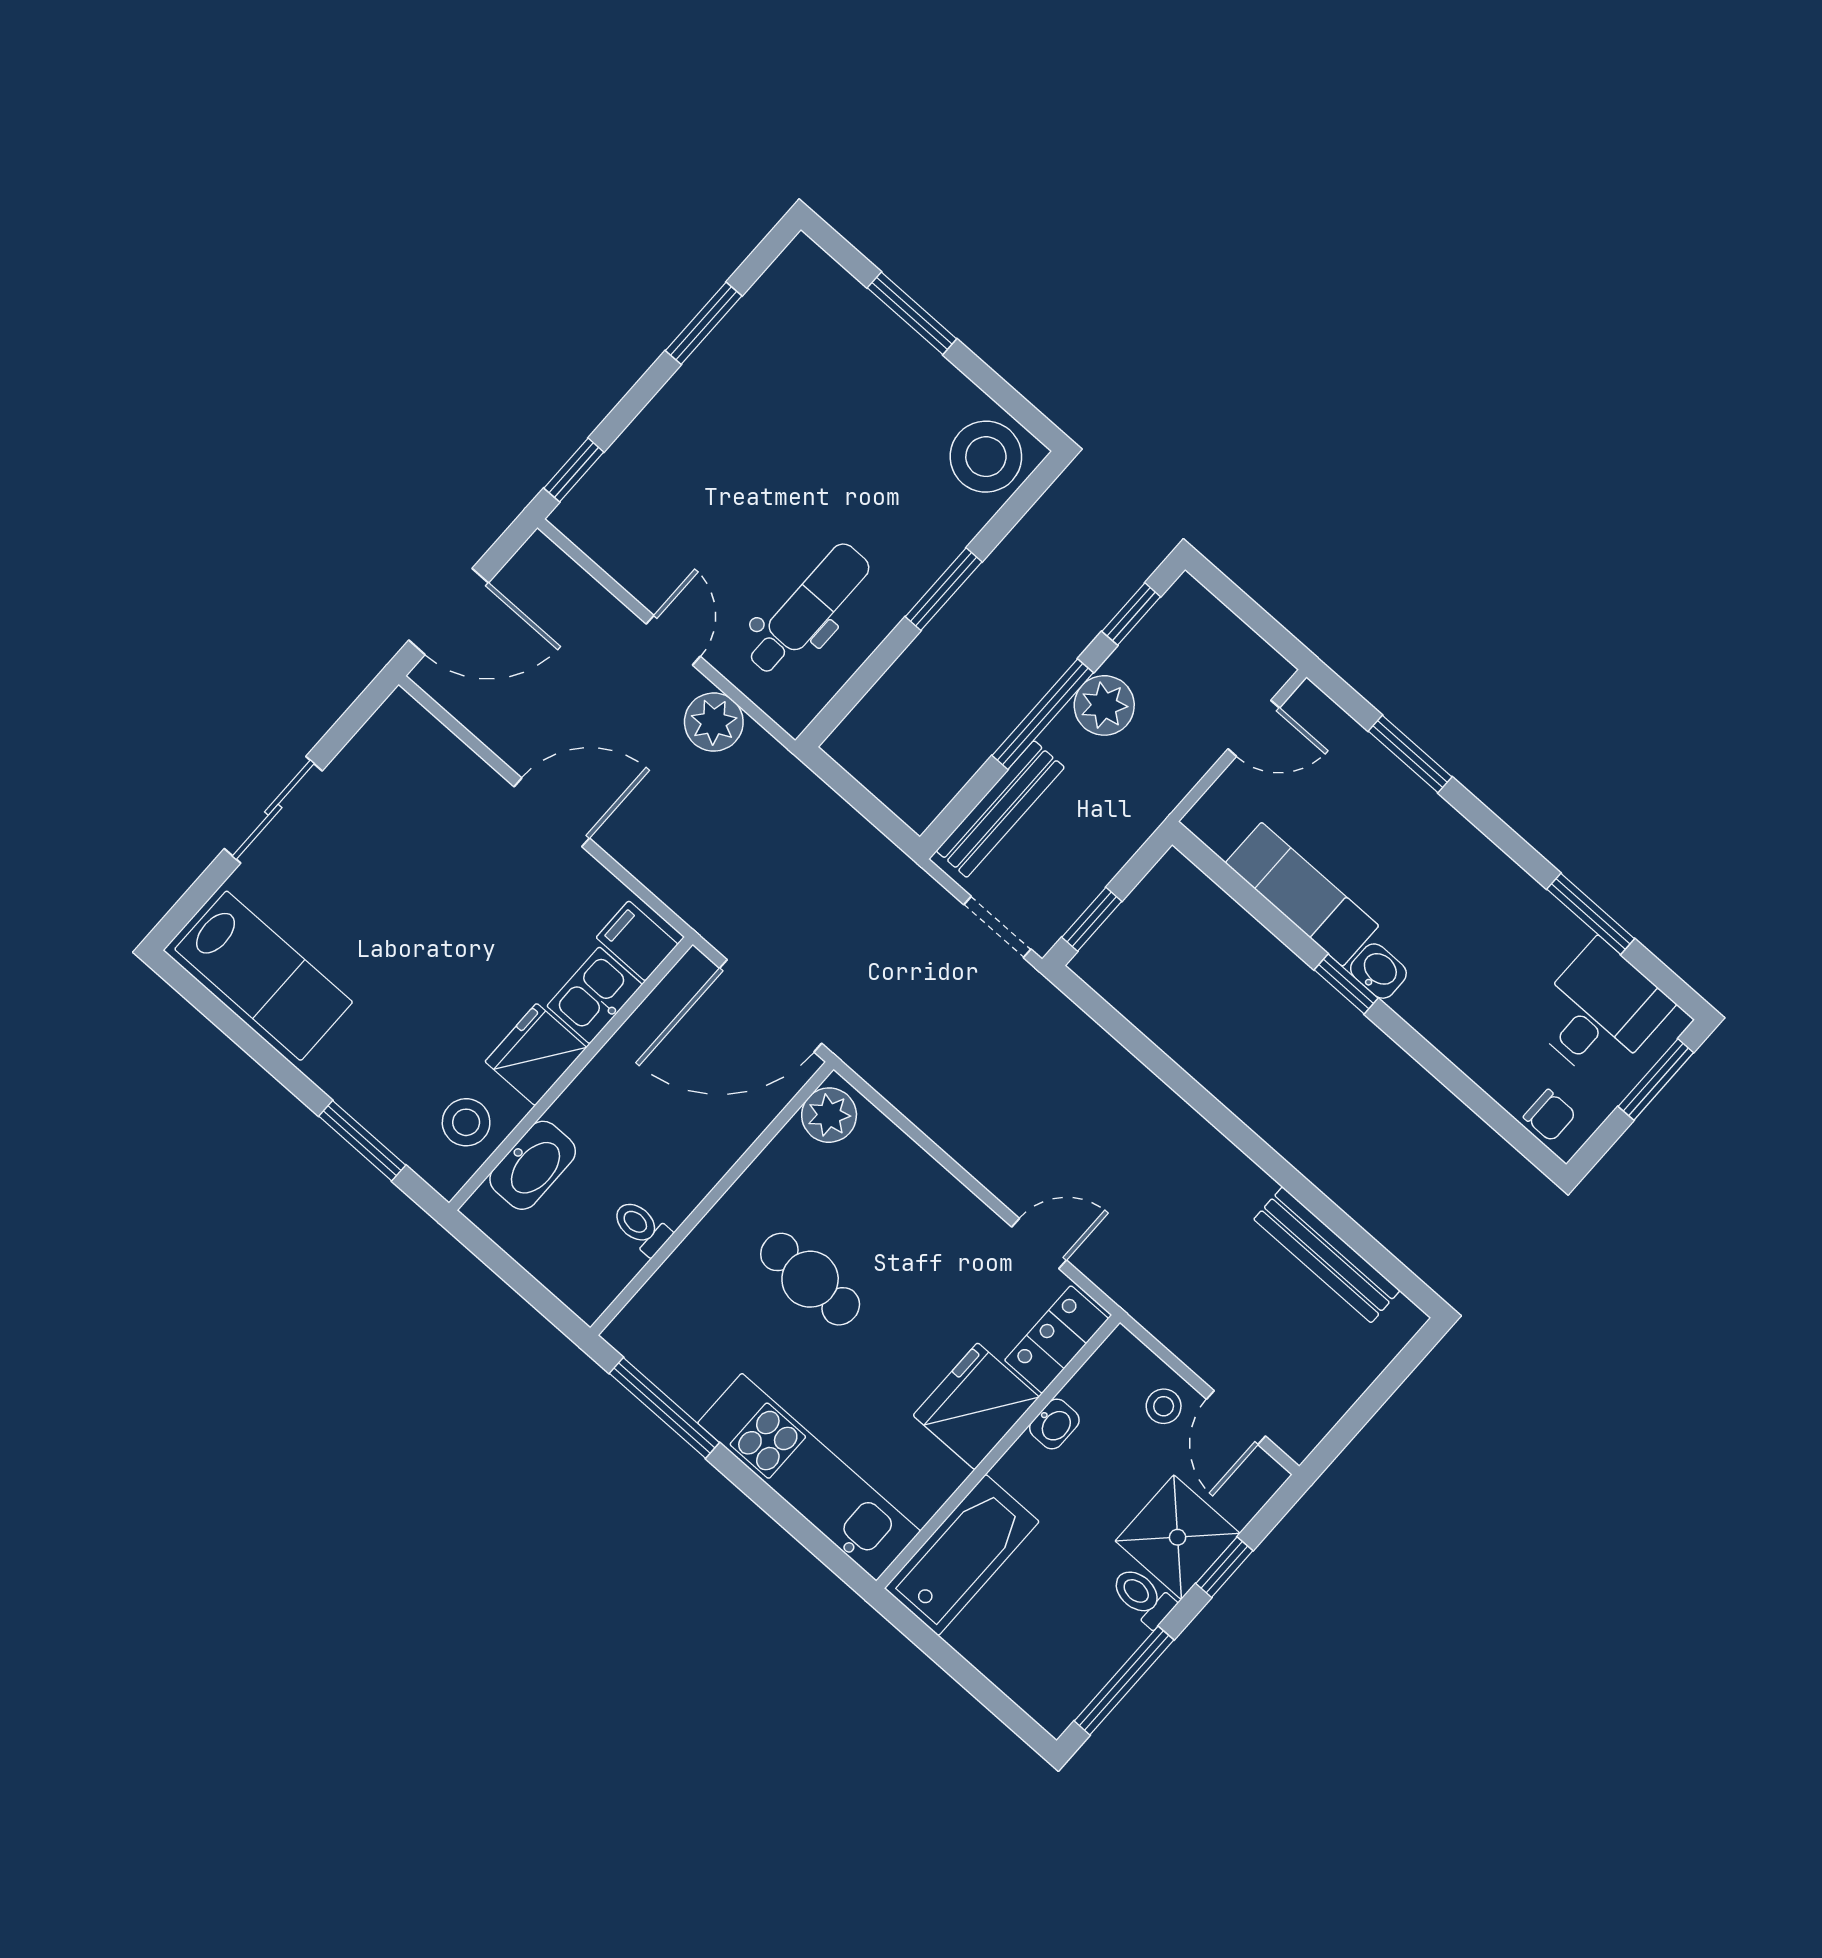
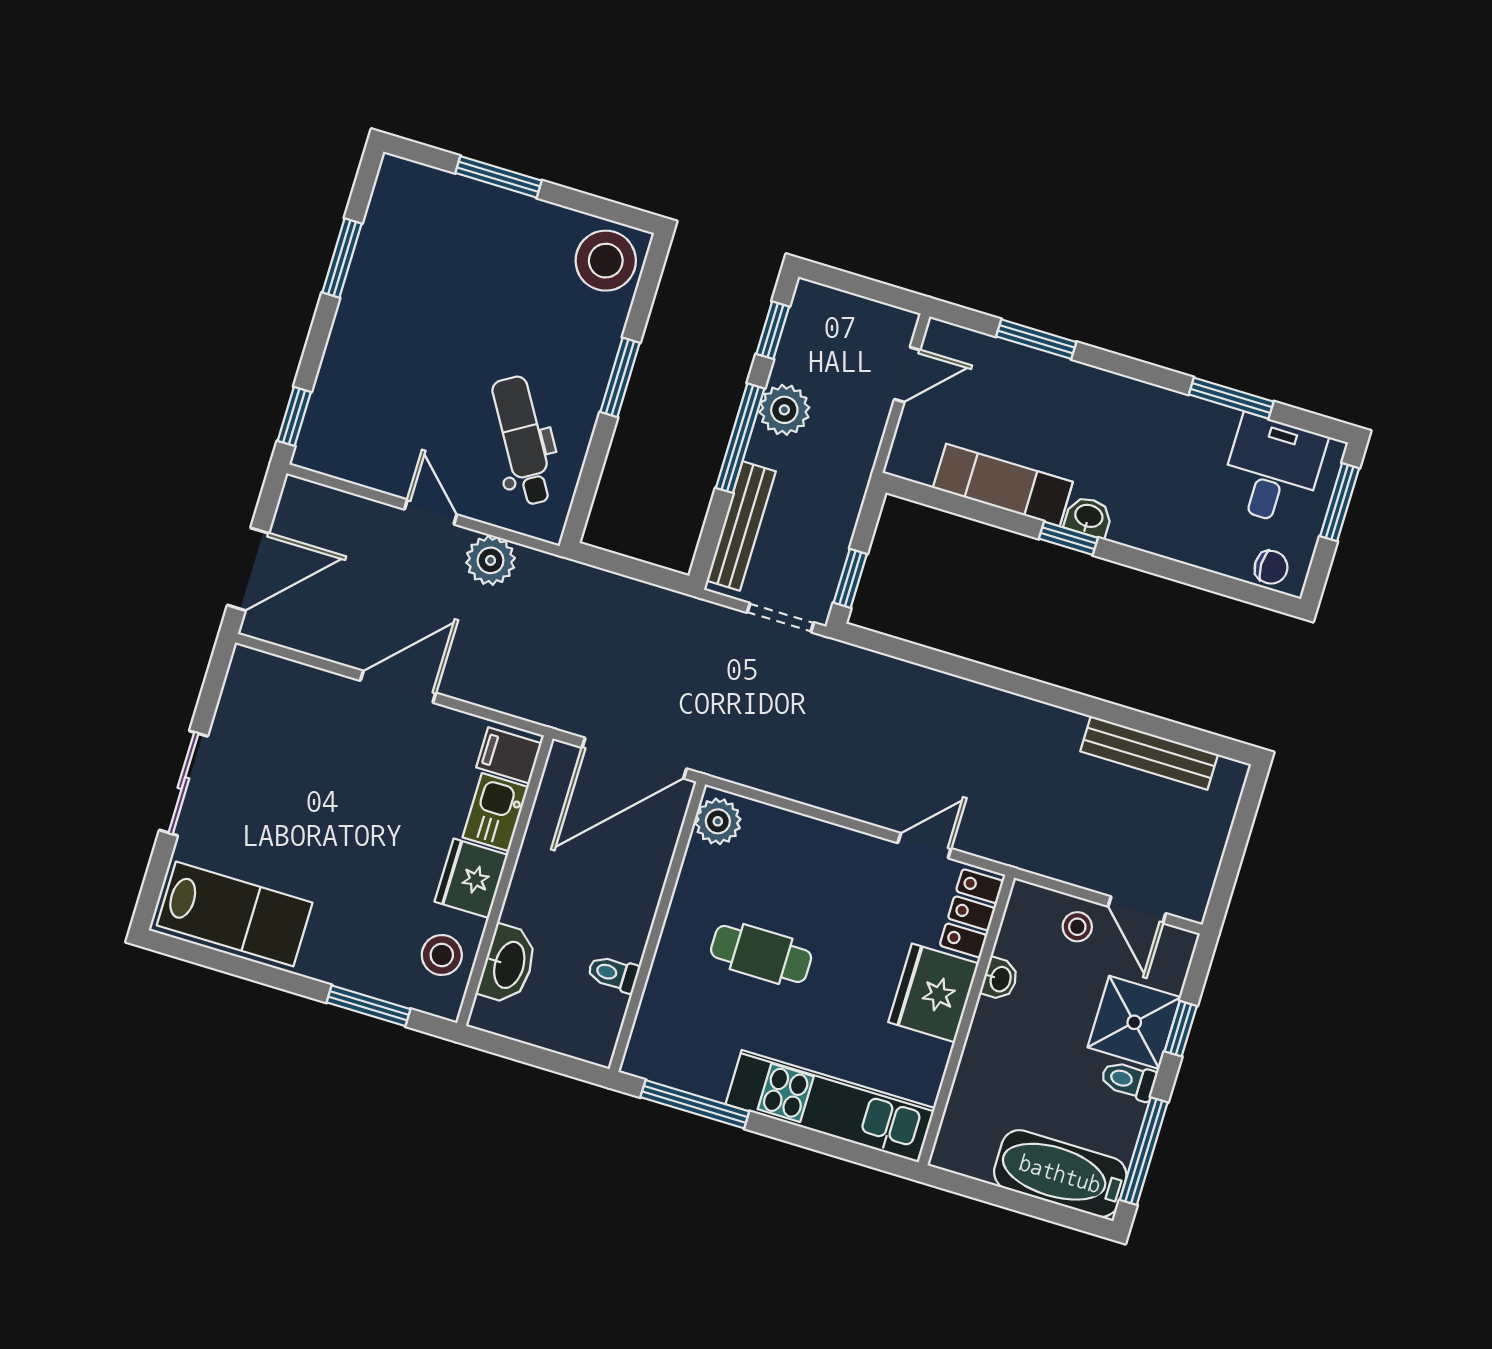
dental chair: (808, 609) -> (523, 441), turned -31
bathtub: (962, 1555) -> (1060, 1174), moved, turned -90

